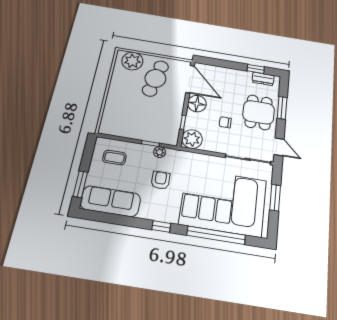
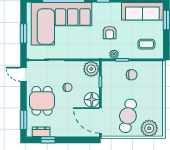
window: (282, 108) -> (24, 120), moved
chair: (142, 124) -> (132, 75), added

